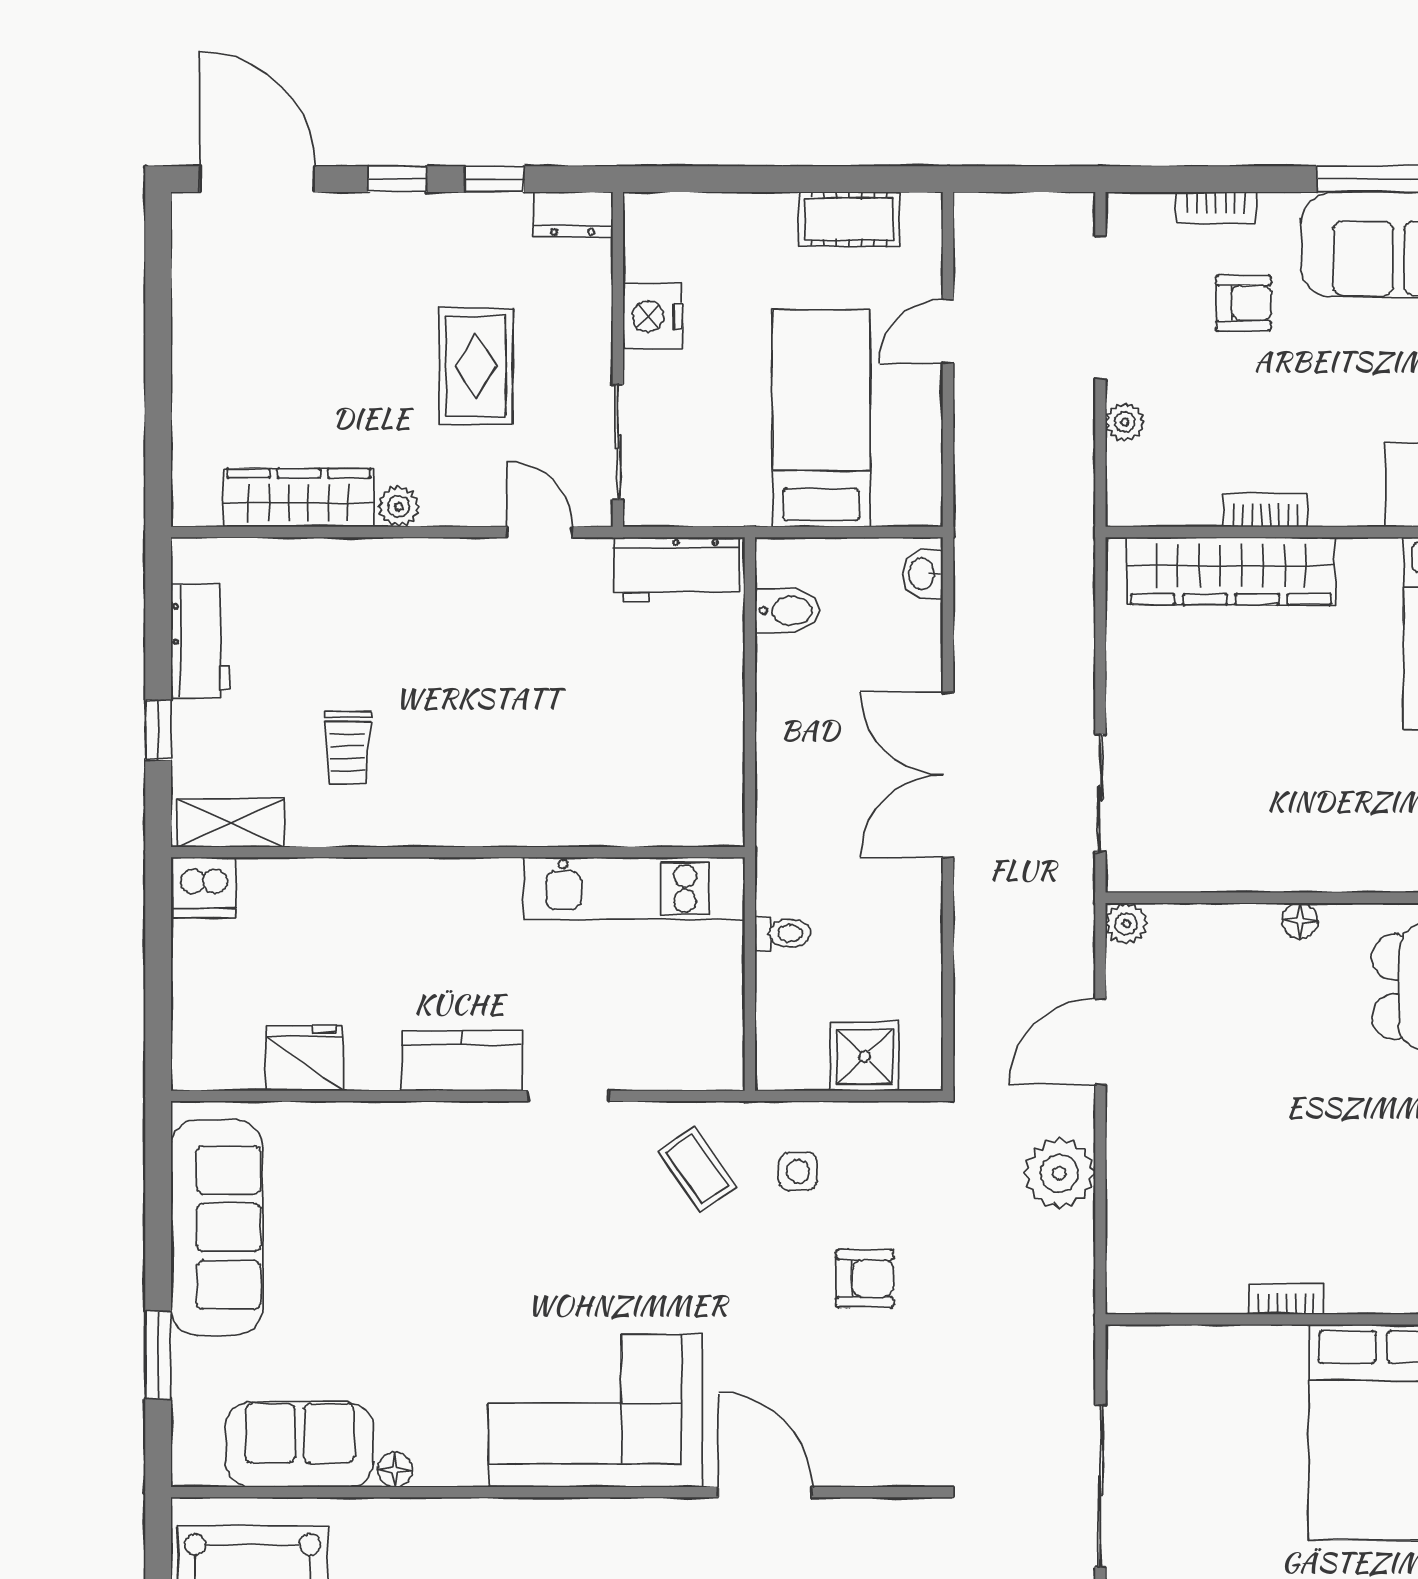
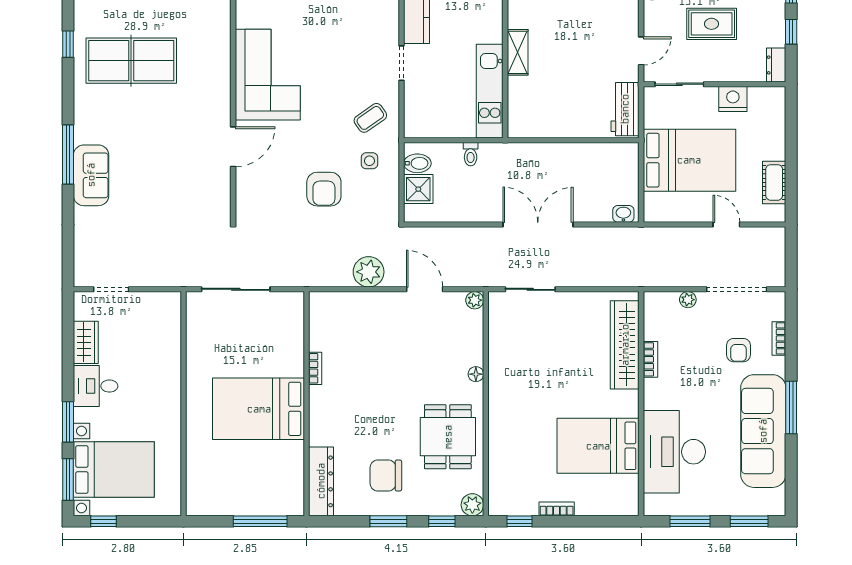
bed: (821, 418) -> (689, 160), width x1.50
bidet: (787, 611) -> (417, 163), moved, turned -90
shelving: (543, 823) -> (518, 52), added
armchair: (865, 1278) -> (324, 189), width x1.38, depth x1.38

